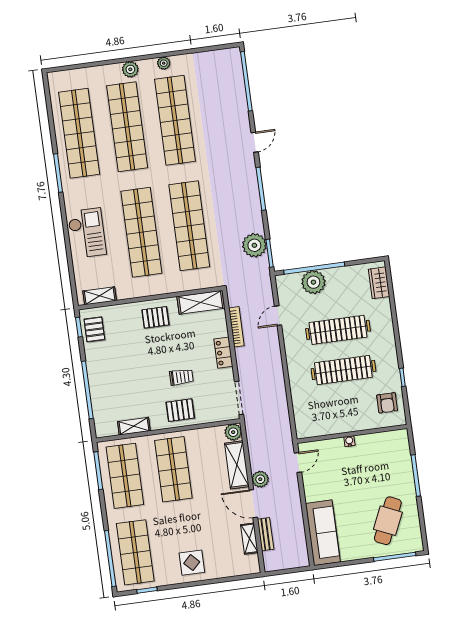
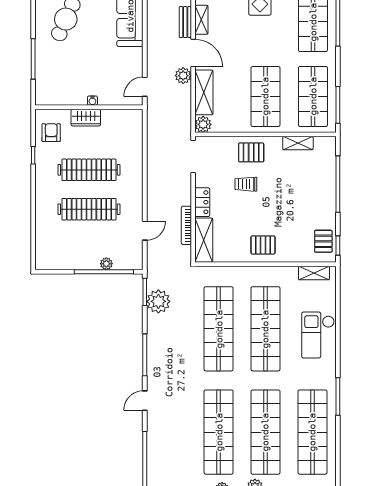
plant: (313, 282) -> (106, 264), width x0.53, depth x0.53
wardrobe: (379, 283) -> (86, 118), moved, turned 90
shelving: (201, 302) -> (204, 240), moved, turned 90

